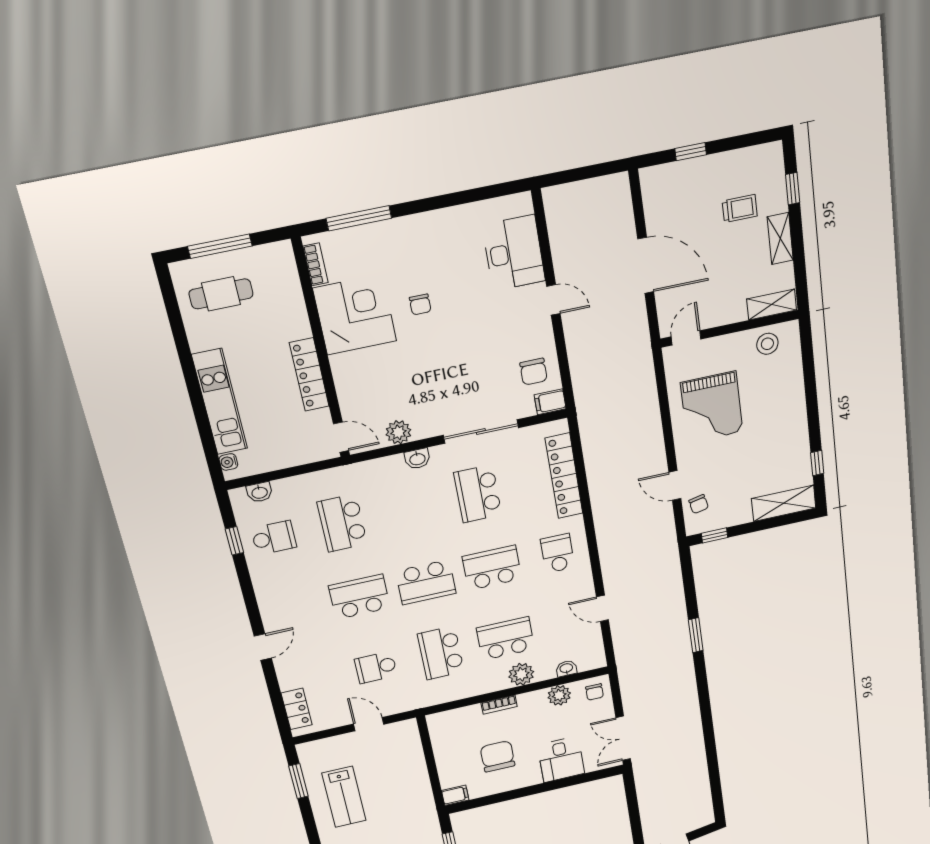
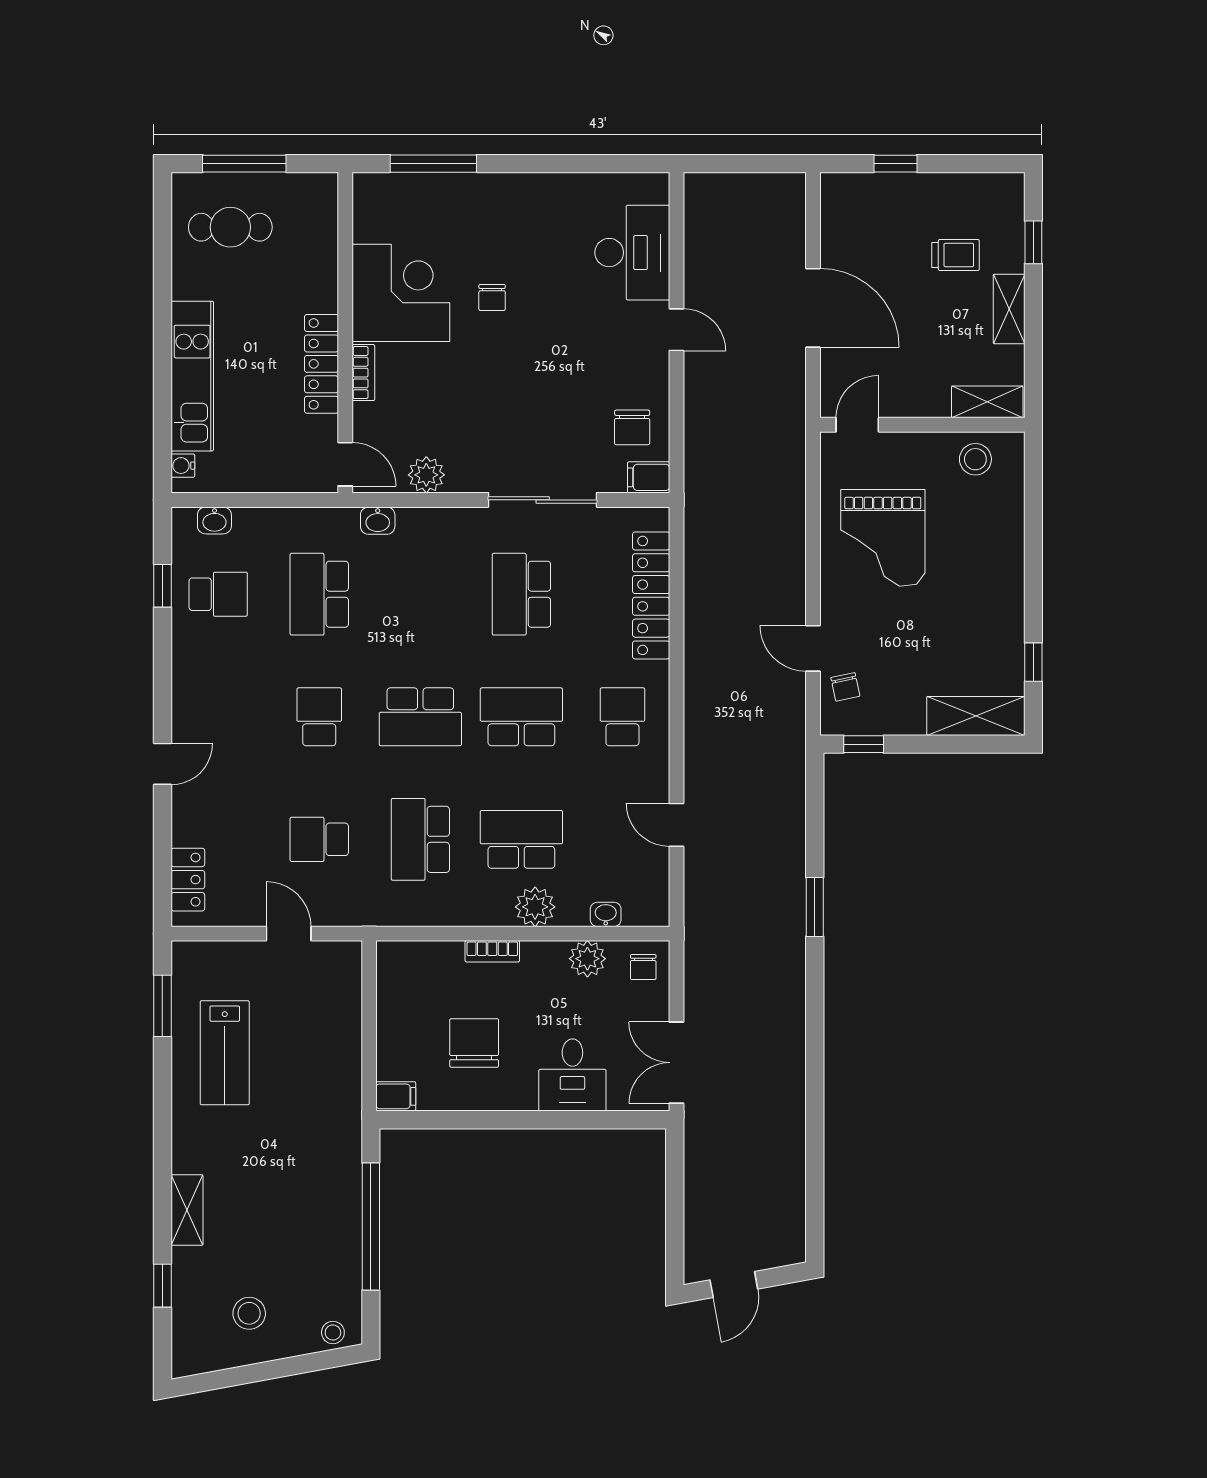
bookcase: (316, 264) -> (363, 373), moved
washbasin: (417, 459) -> (378, 521), moved
school desk: (359, 597) -> (319, 717), width x0.54

